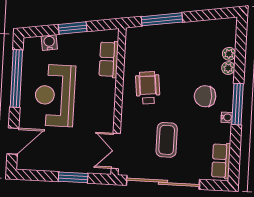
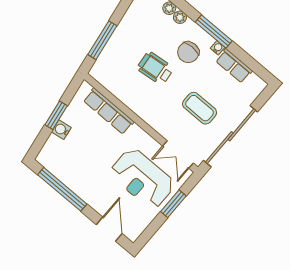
water cooler: (49, 43) -> (61, 130), moved
row of seats: (109, 59) -> (109, 111), width x1.48
wheelchair: (148, 88) -> (155, 68), moved
reception desk: (55, 95) -> (142, 179), moved
row of seats: (221, 161) -> (234, 66), moved

